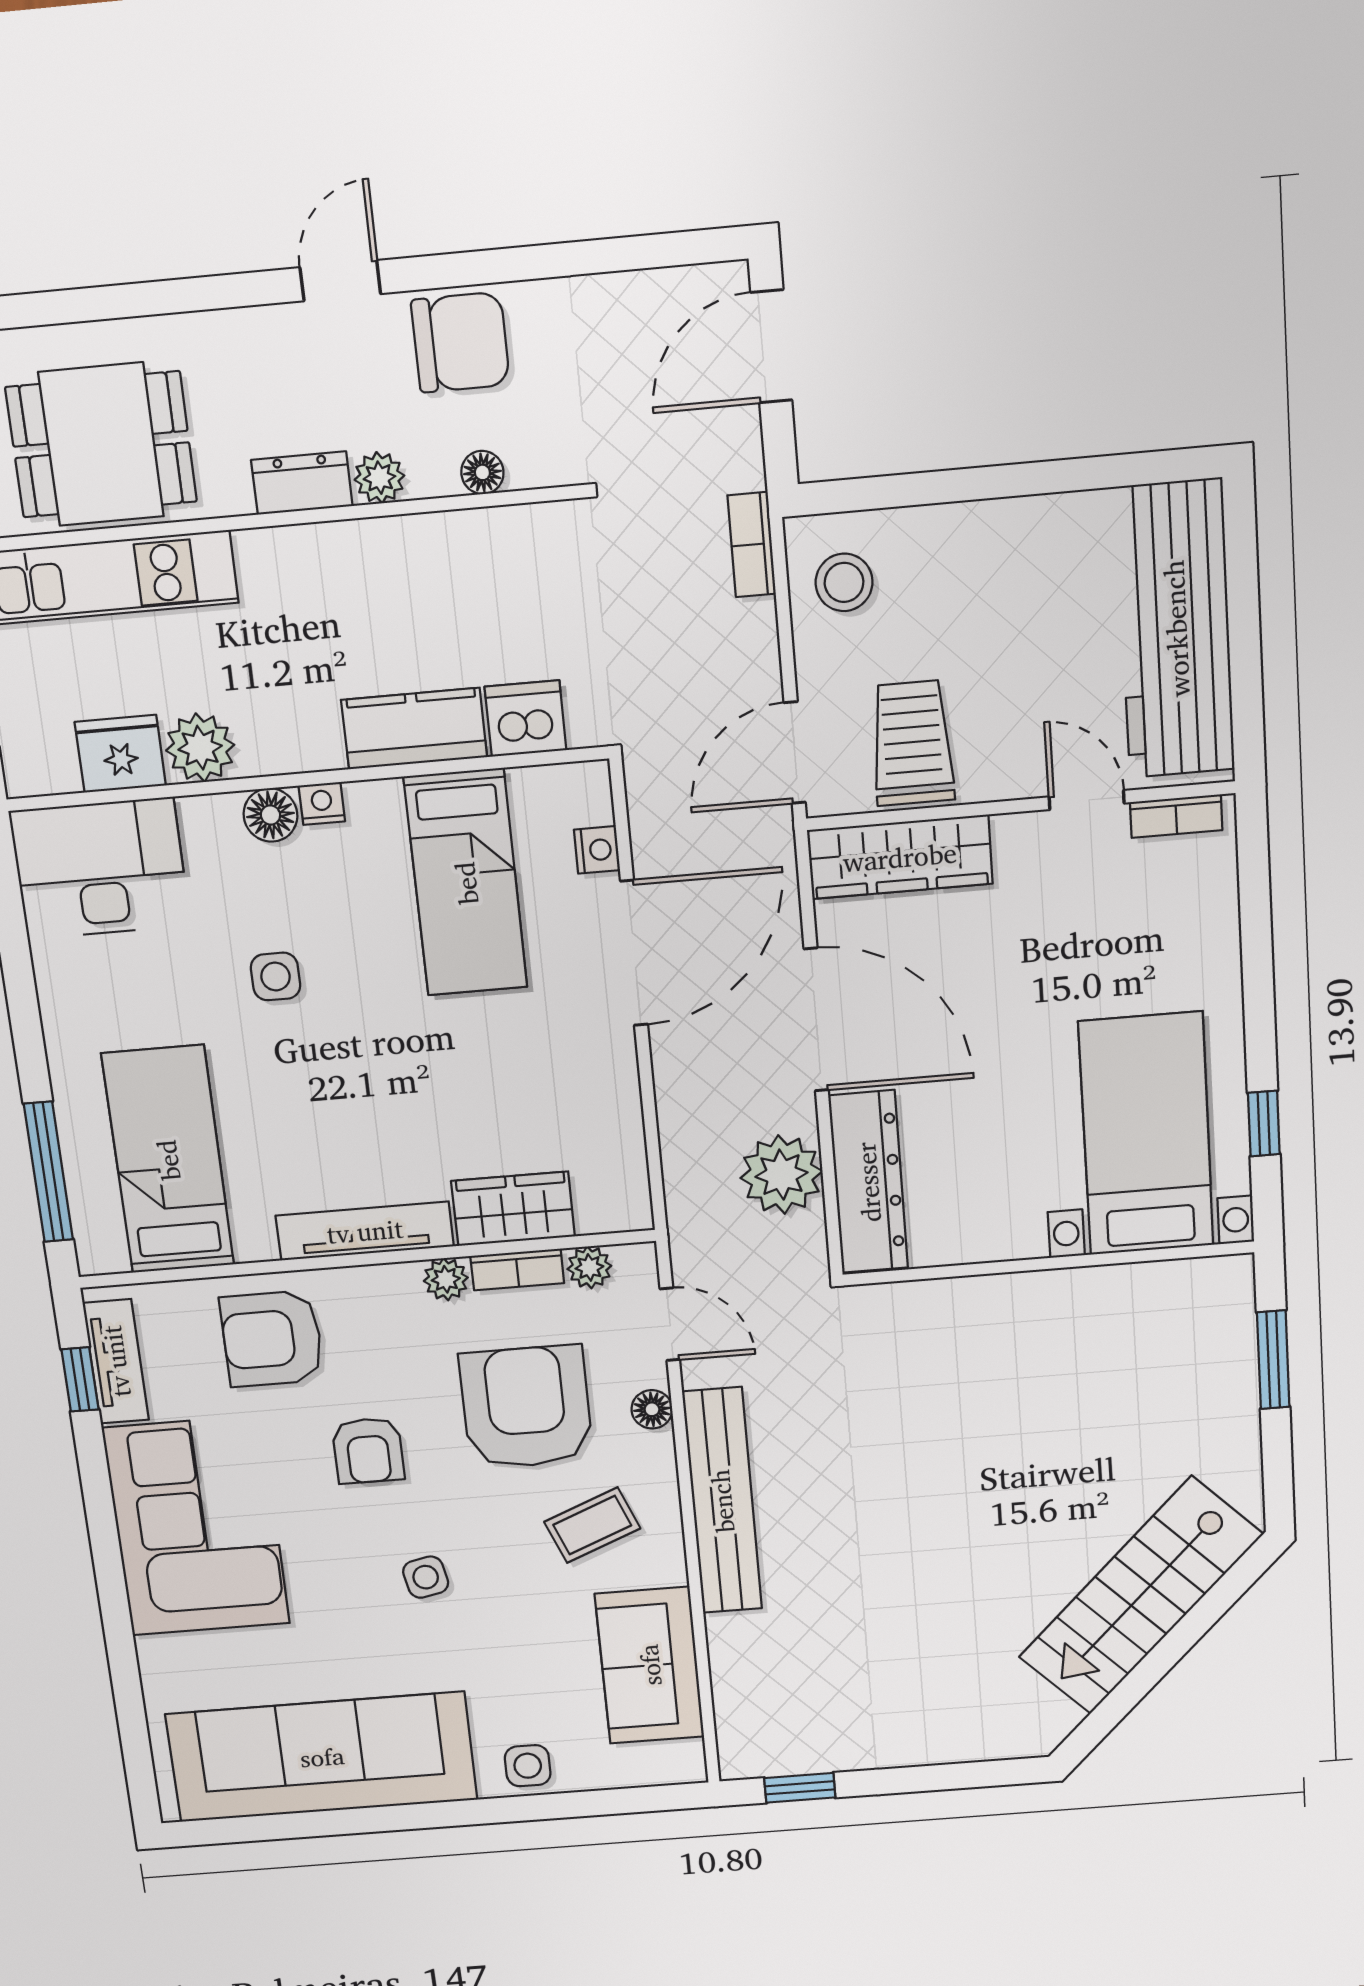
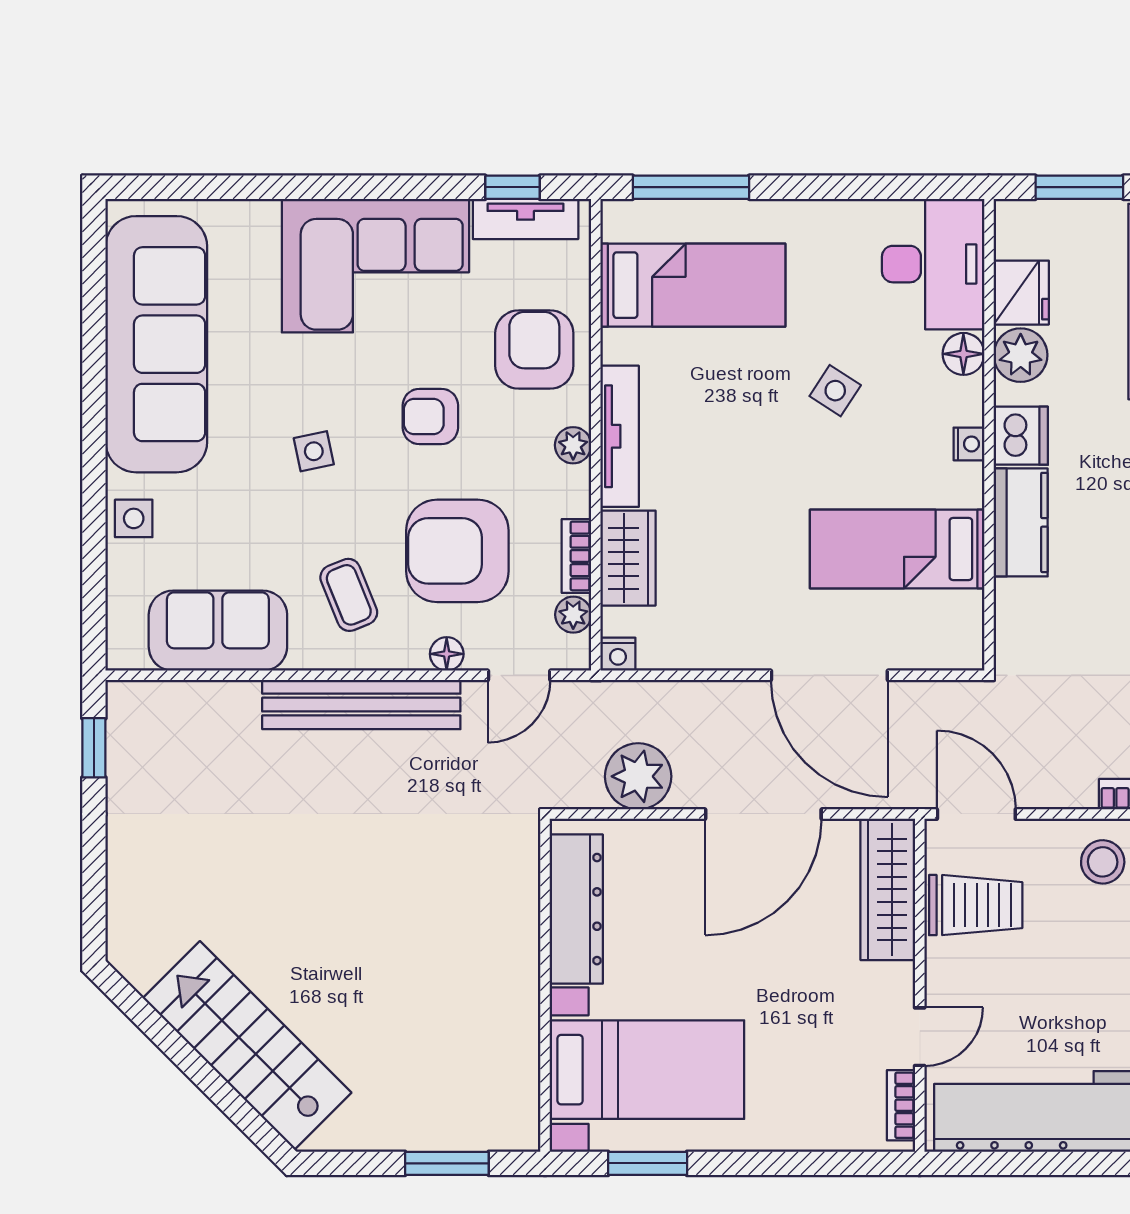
dishwasher: (526, 719) -> (1021, 436), moved
floor lamp: (270, 815) -> (963, 354), moved
nightstand: (597, 850) -> (618, 654), moved
side table: (276, 977) -> (835, 391), turned 33
window: (1264, 1124) -> (648, 1163), width x1.50
dresser: (868, 1182) -> (576, 909), moved, turned -90
plant: (446, 1279) -> (573, 445), moved
armchair: (526, 1407) -> (457, 551), turned 180

